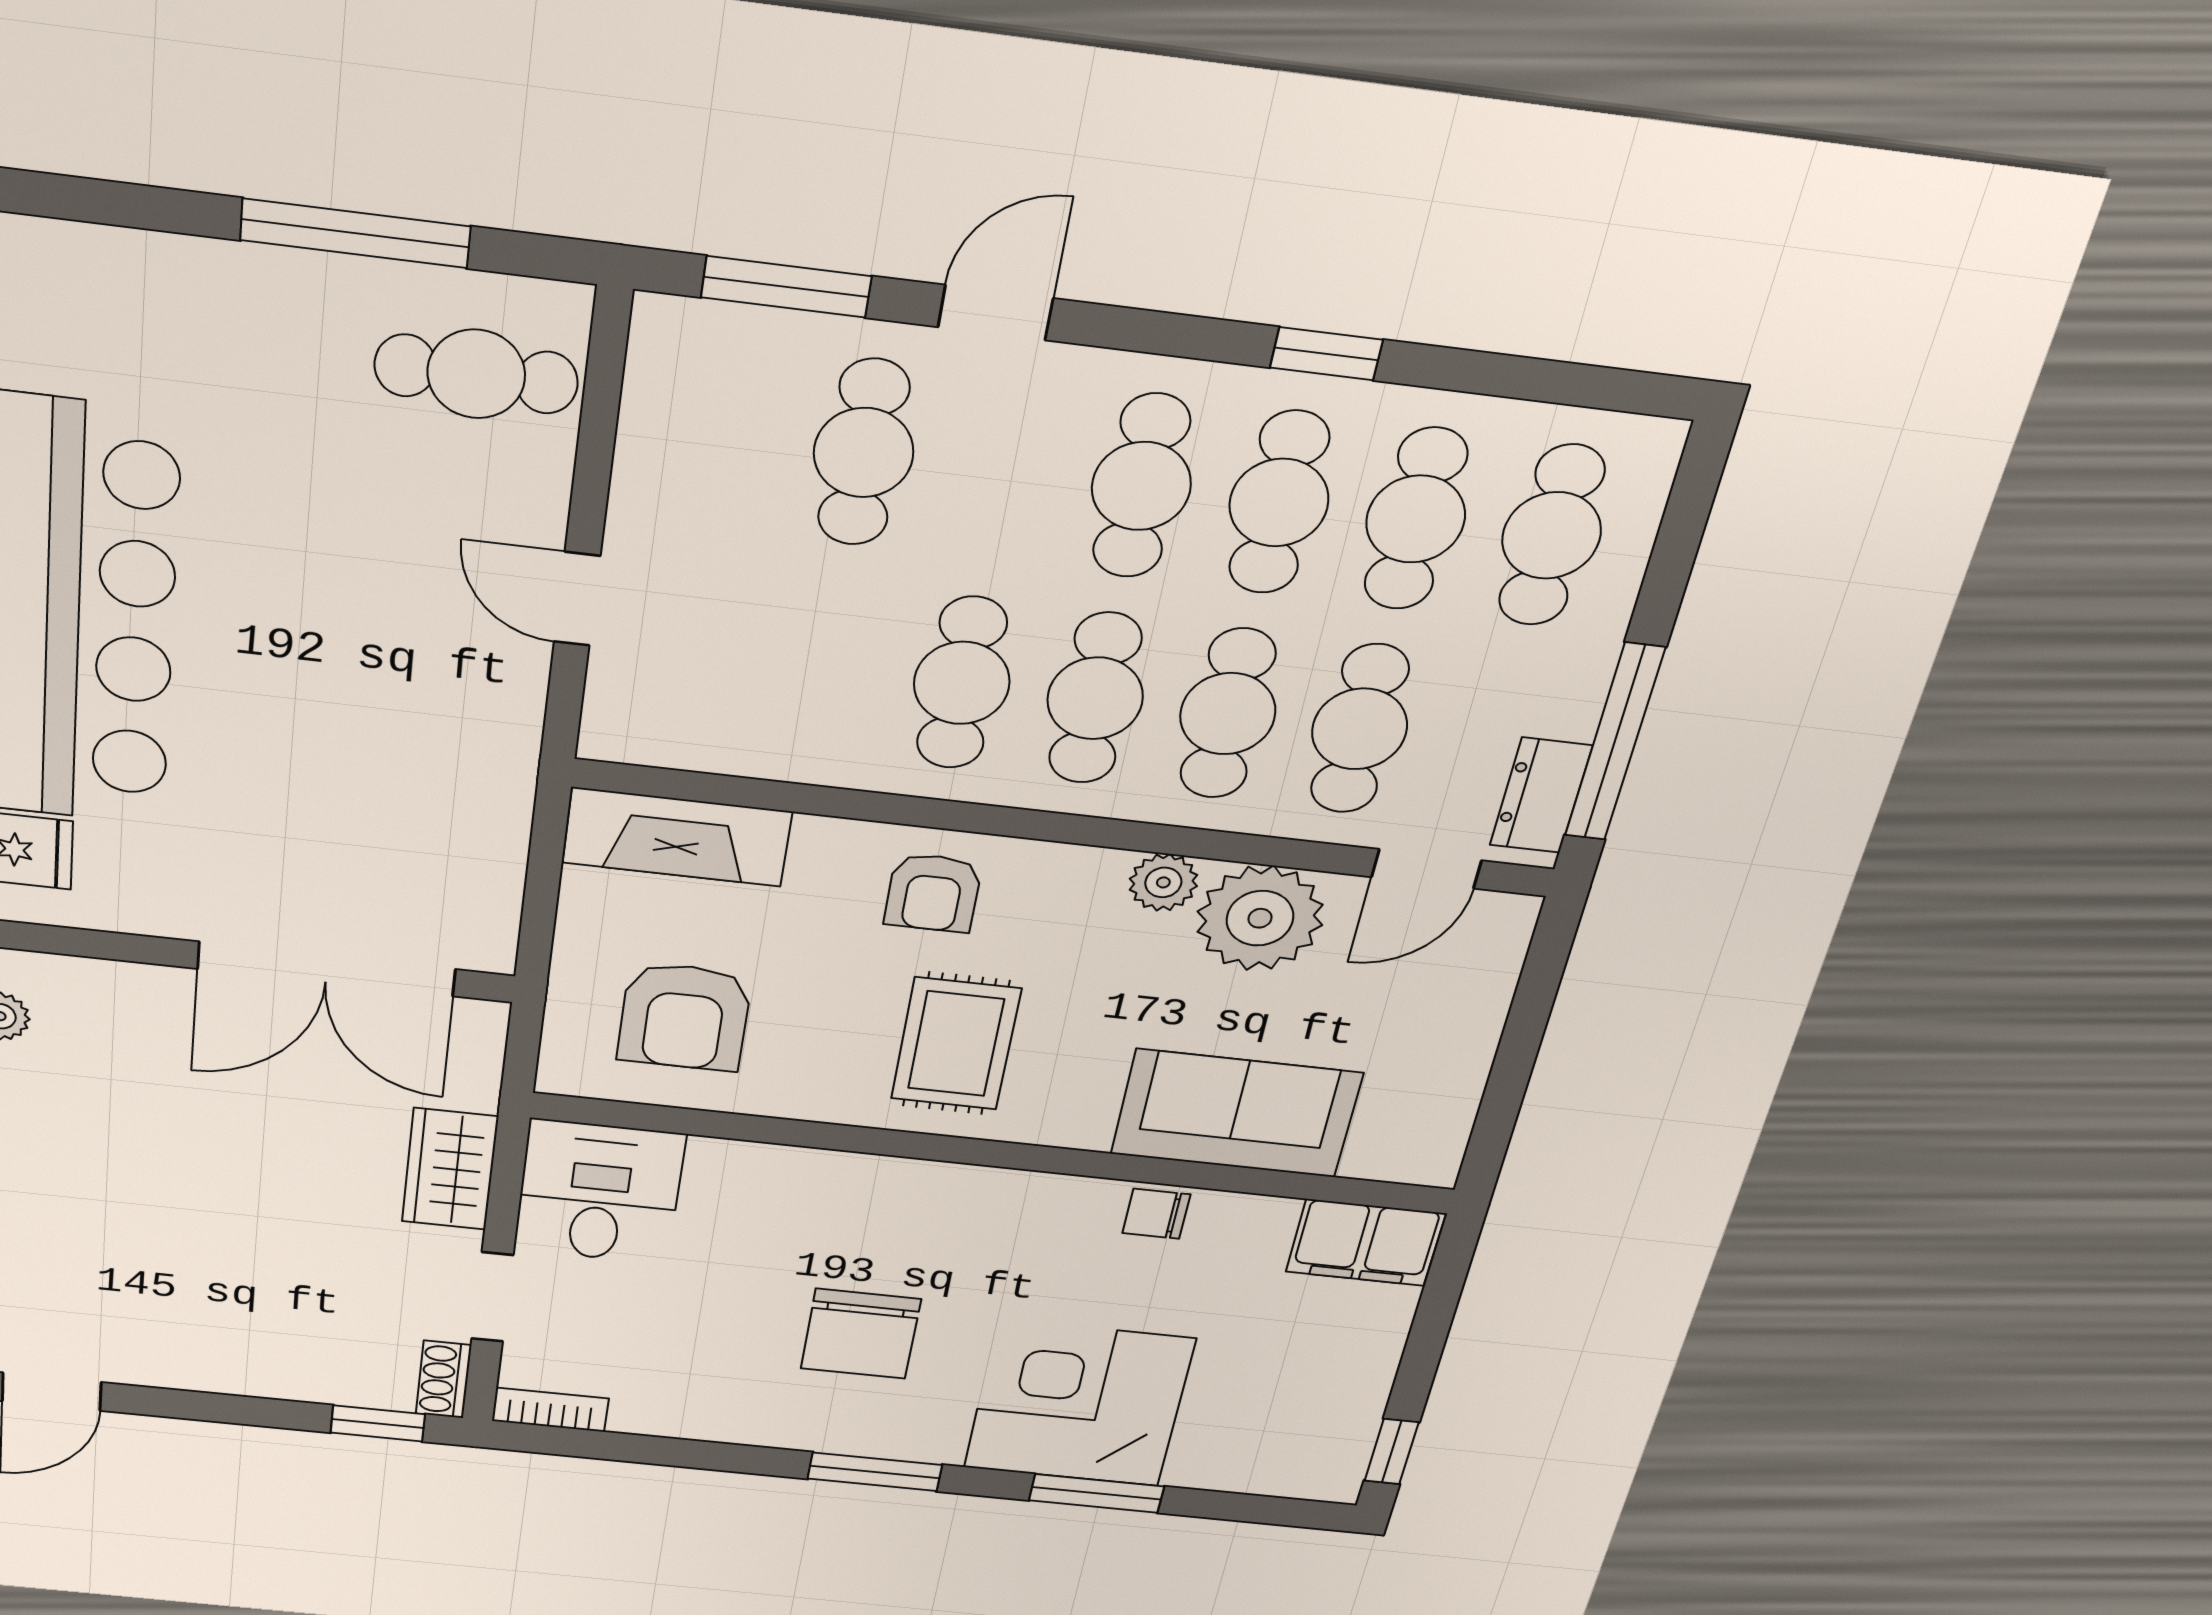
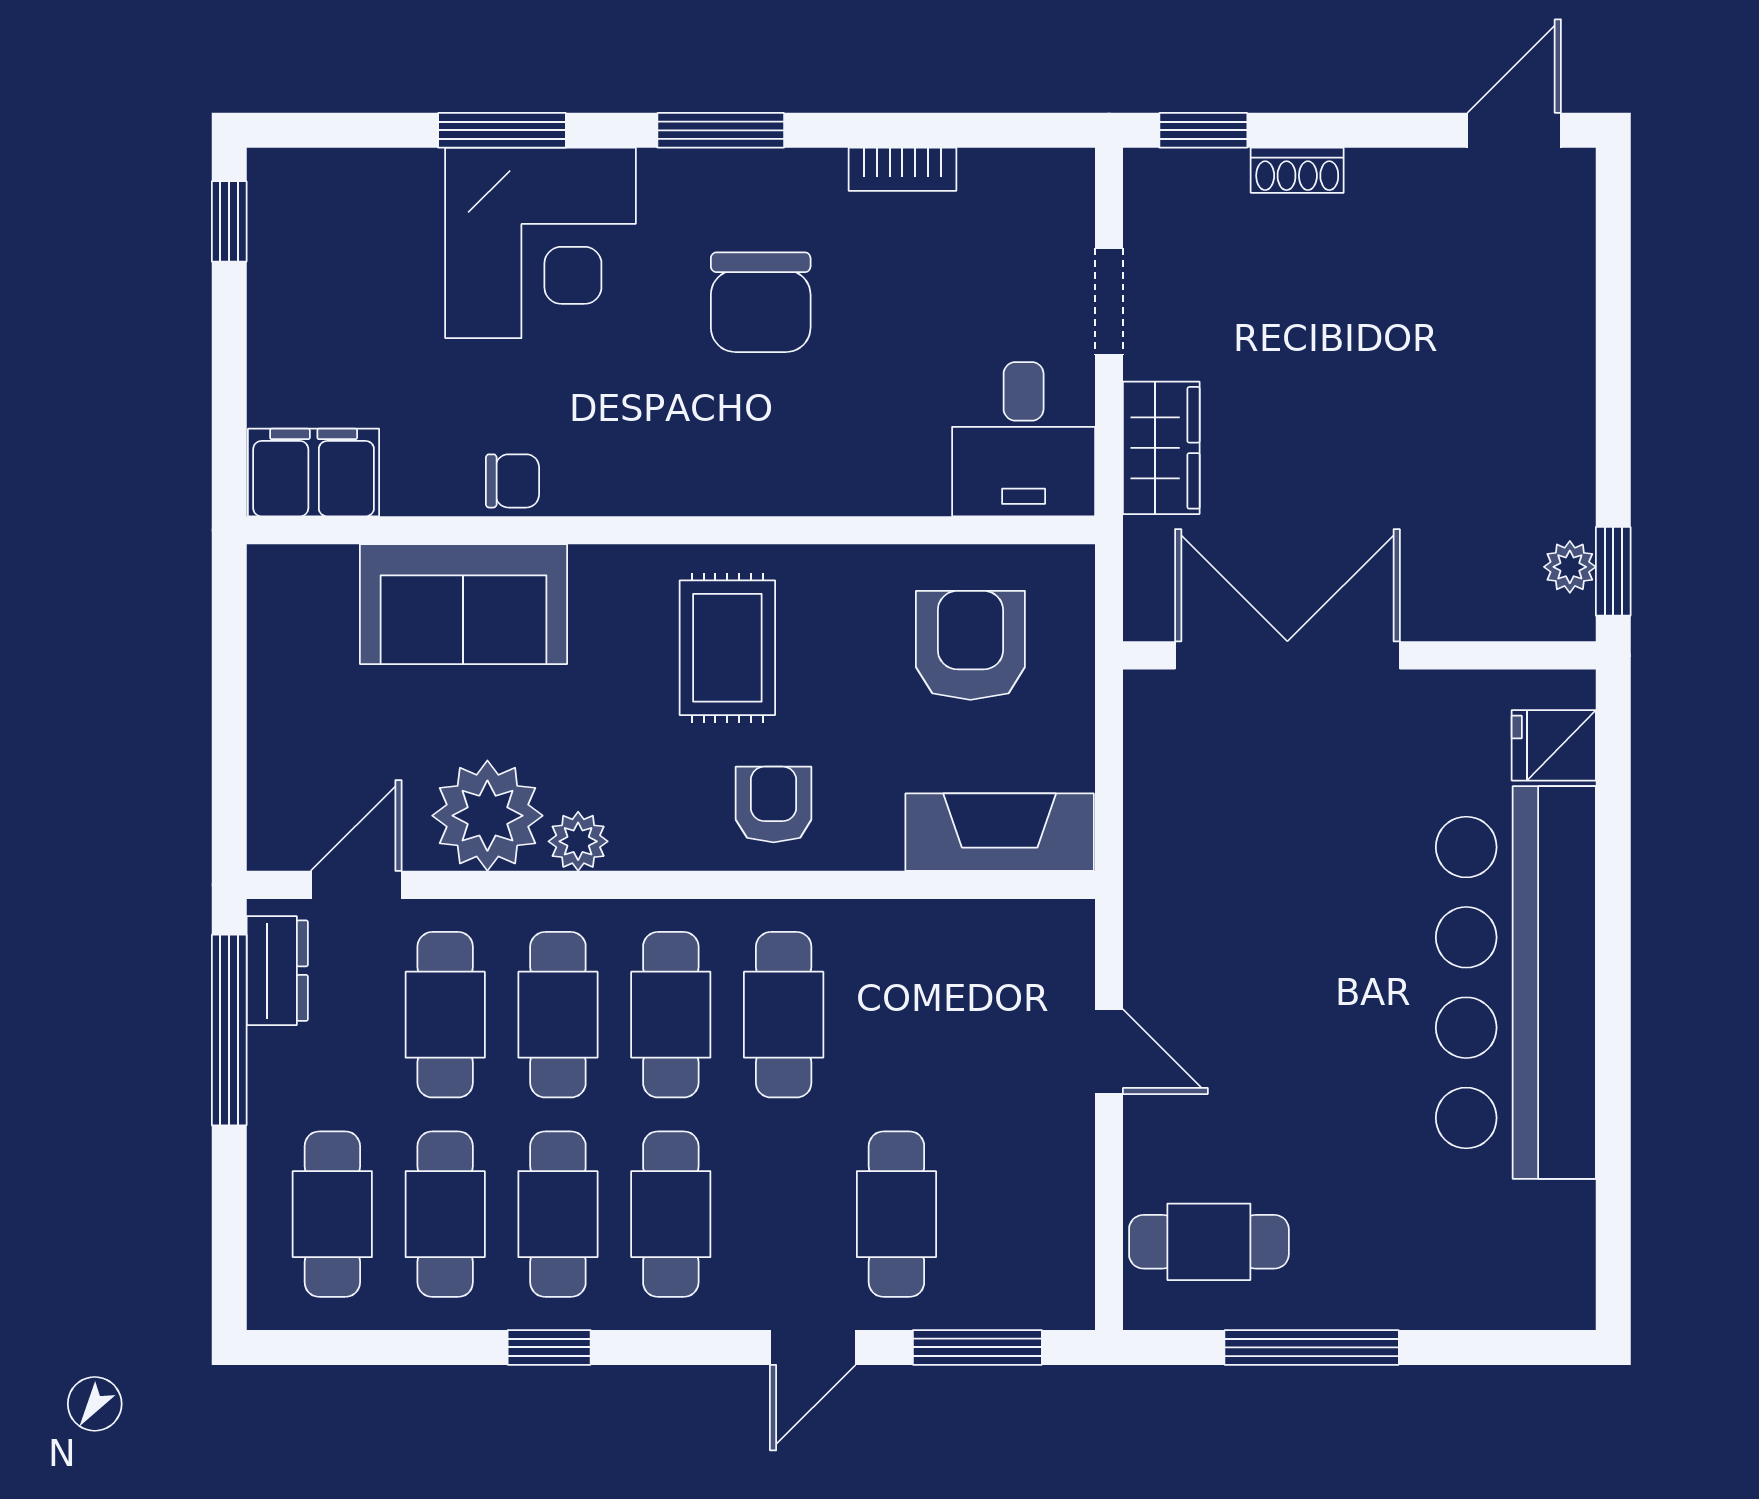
chair: (861, 1334) -> (761, 302), turned 180
shoe rack: (444, 1379) -> (1297, 170), moved, turned 90
bookcase: (550, 1410) -> (902, 169), moved

